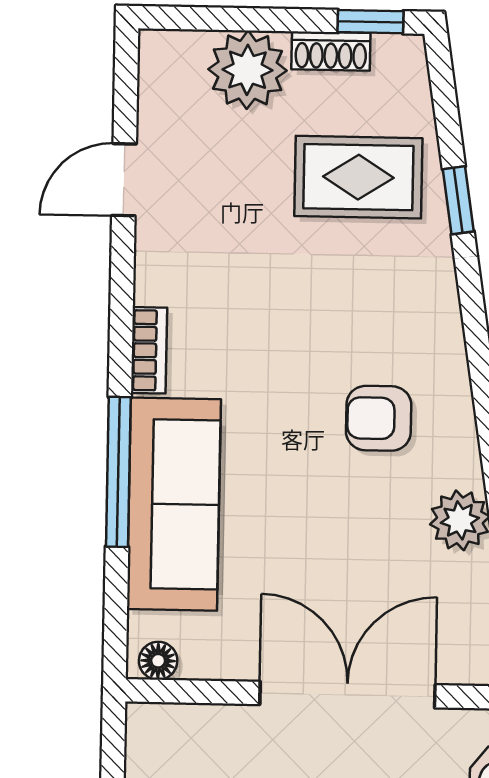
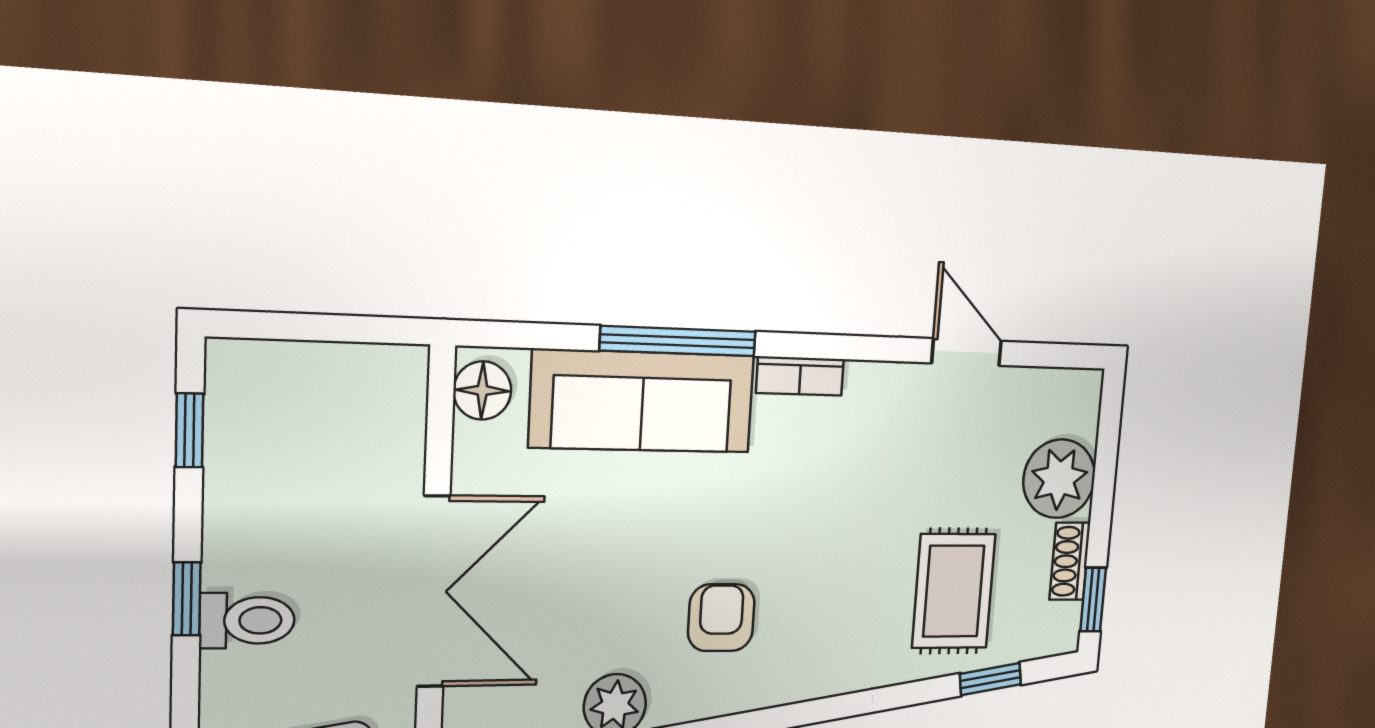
window: (458, 200) -> (990, 679), moved
floor lamp: (158, 661) -> (482, 390), width x1.37, depth x1.37

